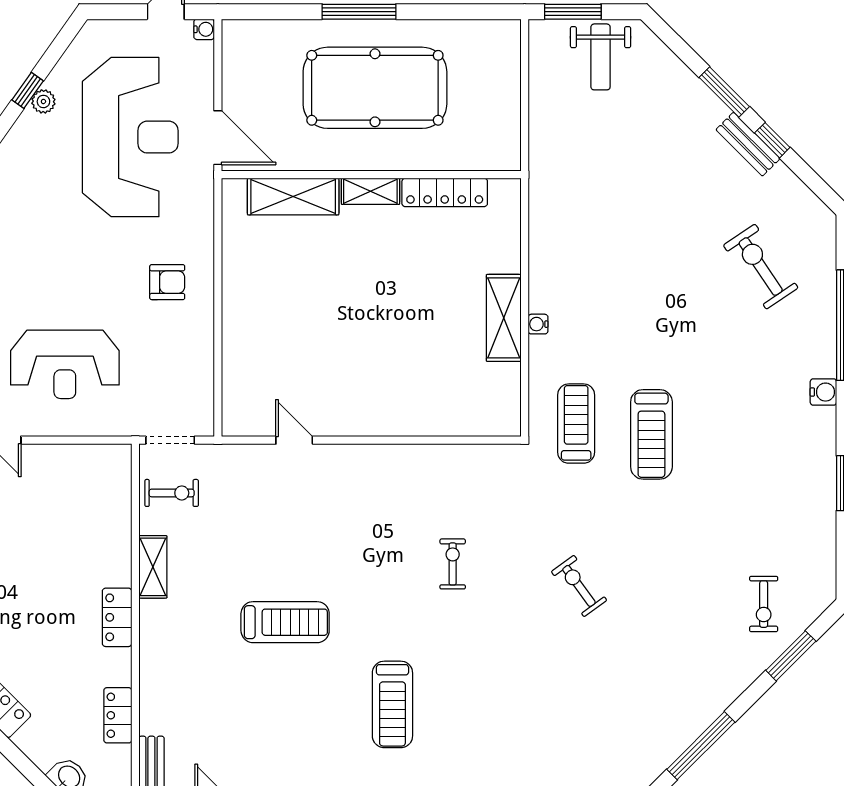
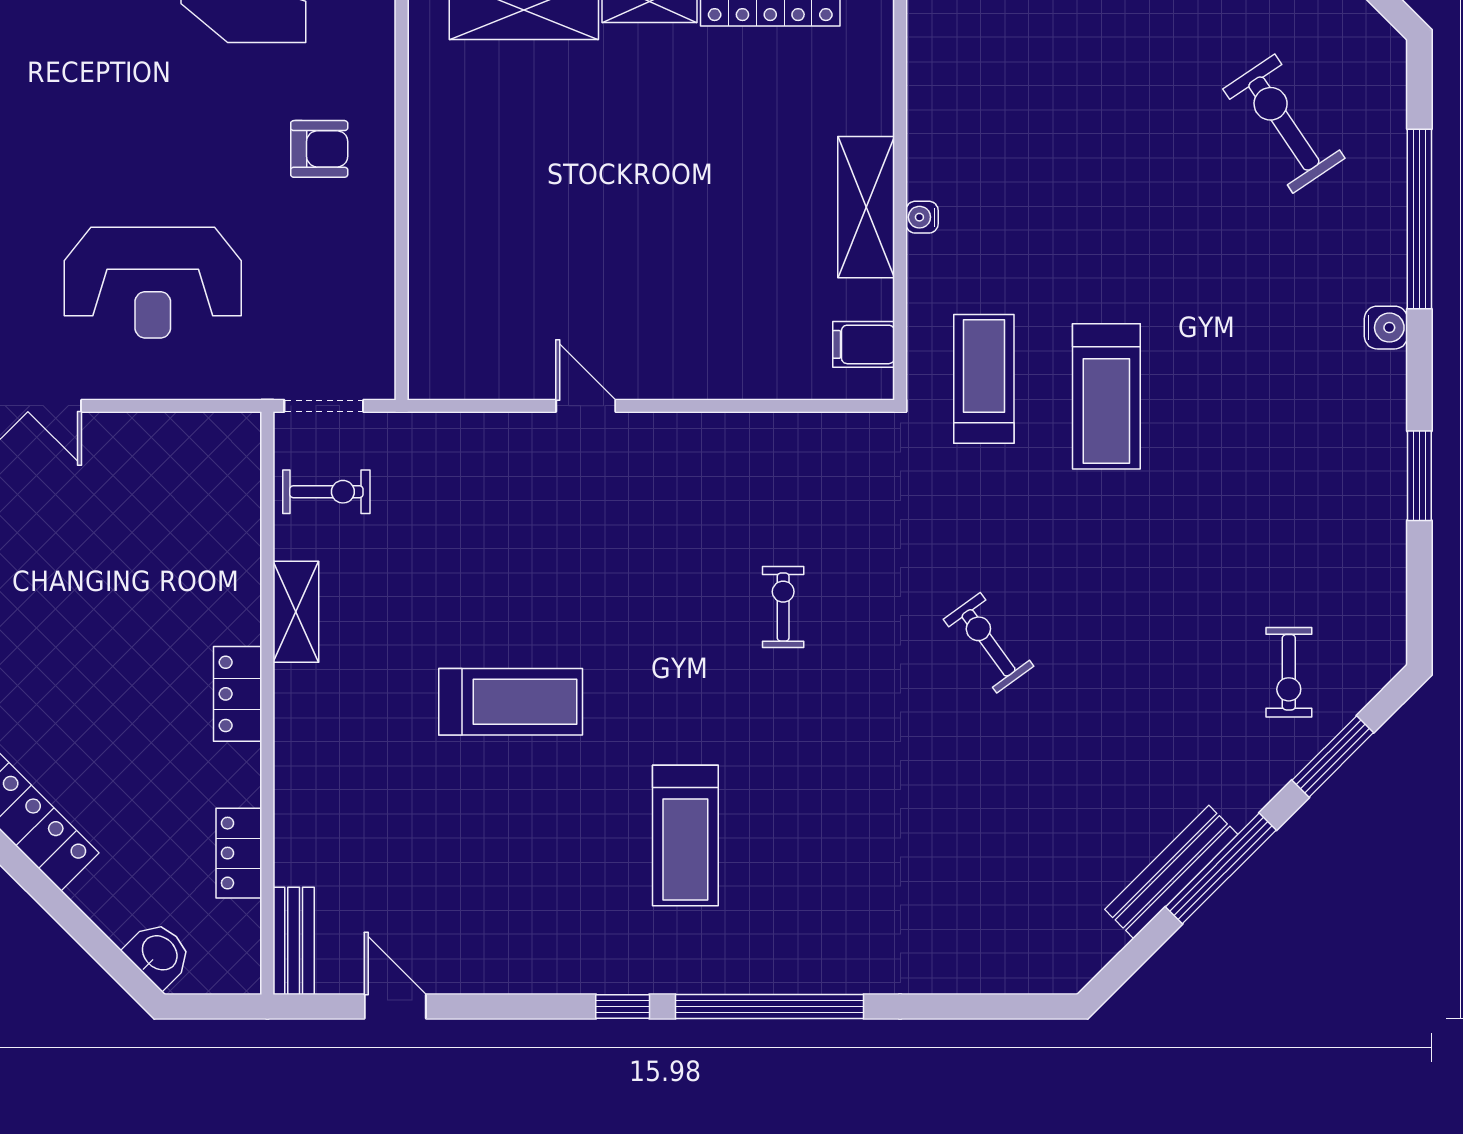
filing cabinet: (502, 402) -> (864, 344), added
door: (294, 440) -> (586, 406), moved
bench: (691, 727) -> (1171, 872), added
window: (701, 746) -> (1221, 868), moved

